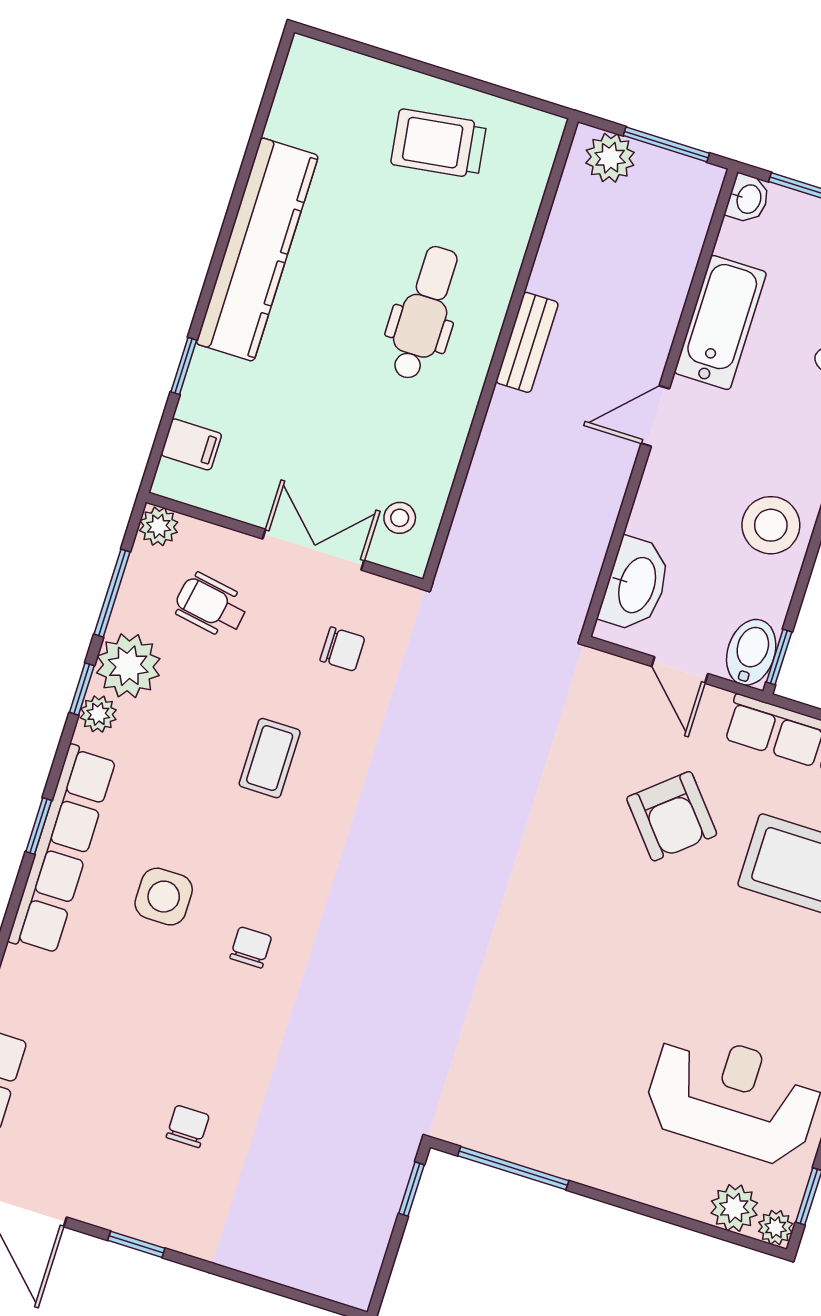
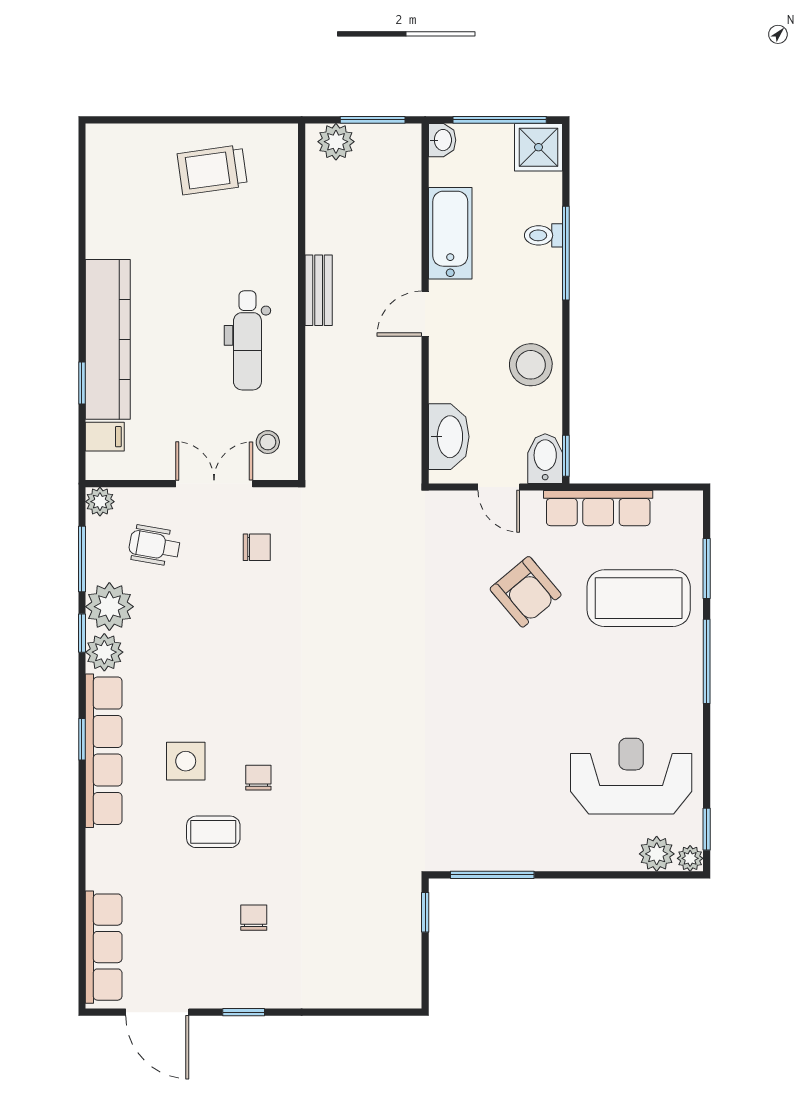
kitchen counter: (257, 250) -> (108, 339), moved
dental chair: (424, 313) -> (247, 340), moved, turned 180
plant: (98, 714) -> (104, 652), width x1.38, depth x1.38
coffee table: (270, 758) -> (213, 832), moved, turned 90

